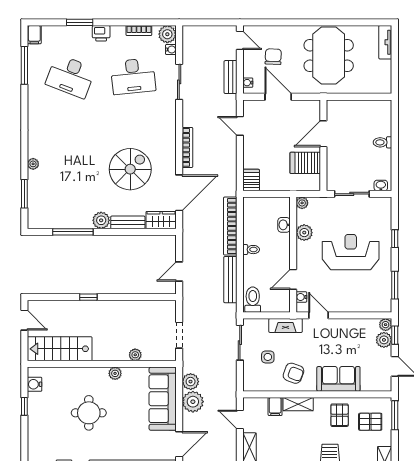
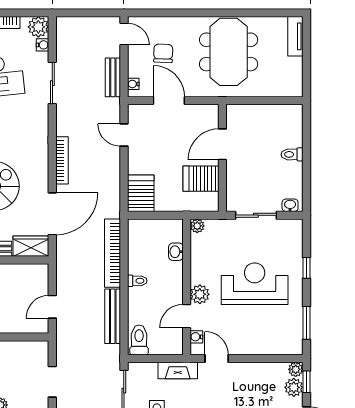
server rack: (251, 180) -> (141, 193), width x1.36, depth x1.44
plant: (304, 233) -> (200, 294), moved

